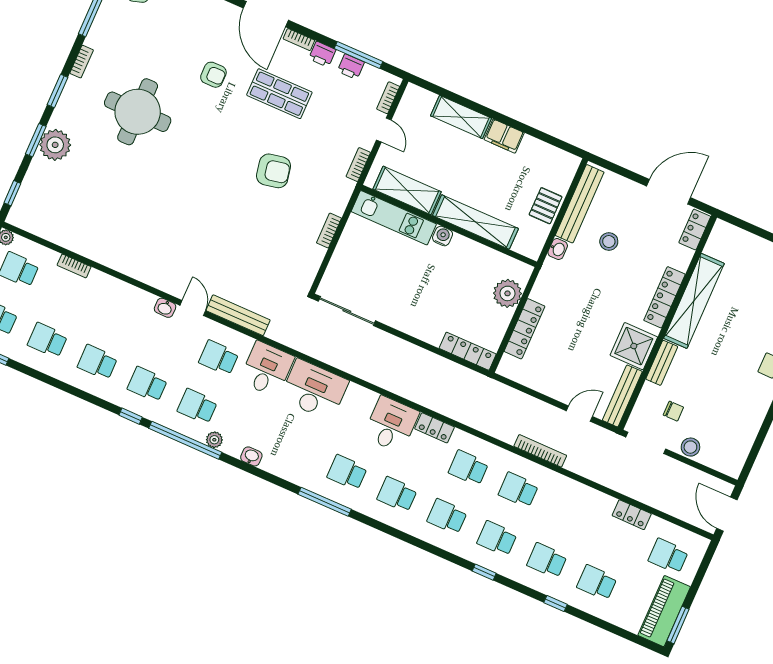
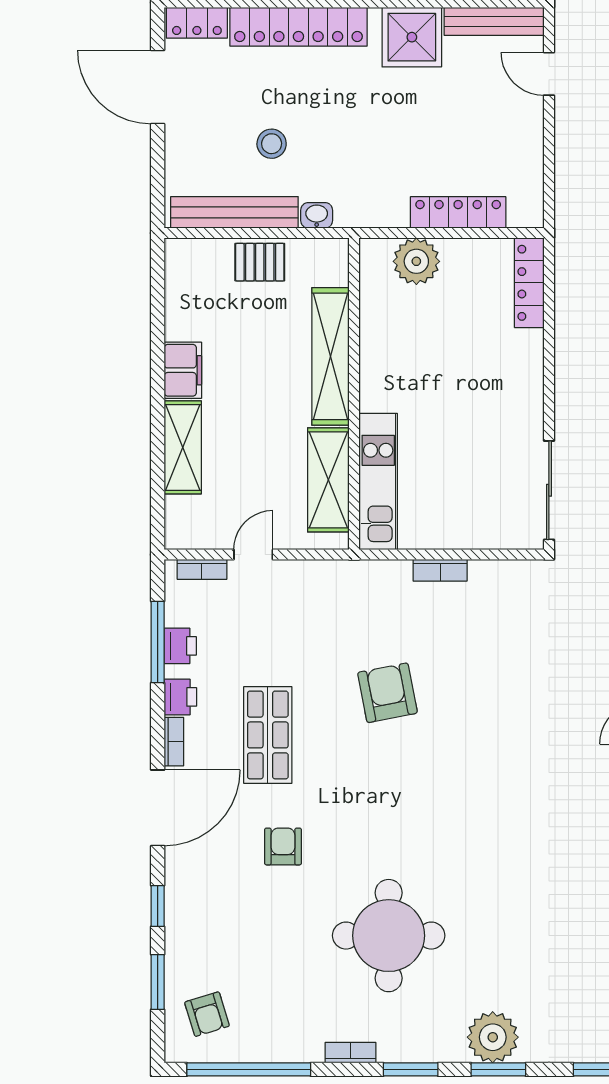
bookcase: (358, 165) -> (322, 570), removed
water cooler: (443, 236) -> (373, 397), removed
locker: (664, 297) -> (298, 27), width x1.41, depth x1.21

